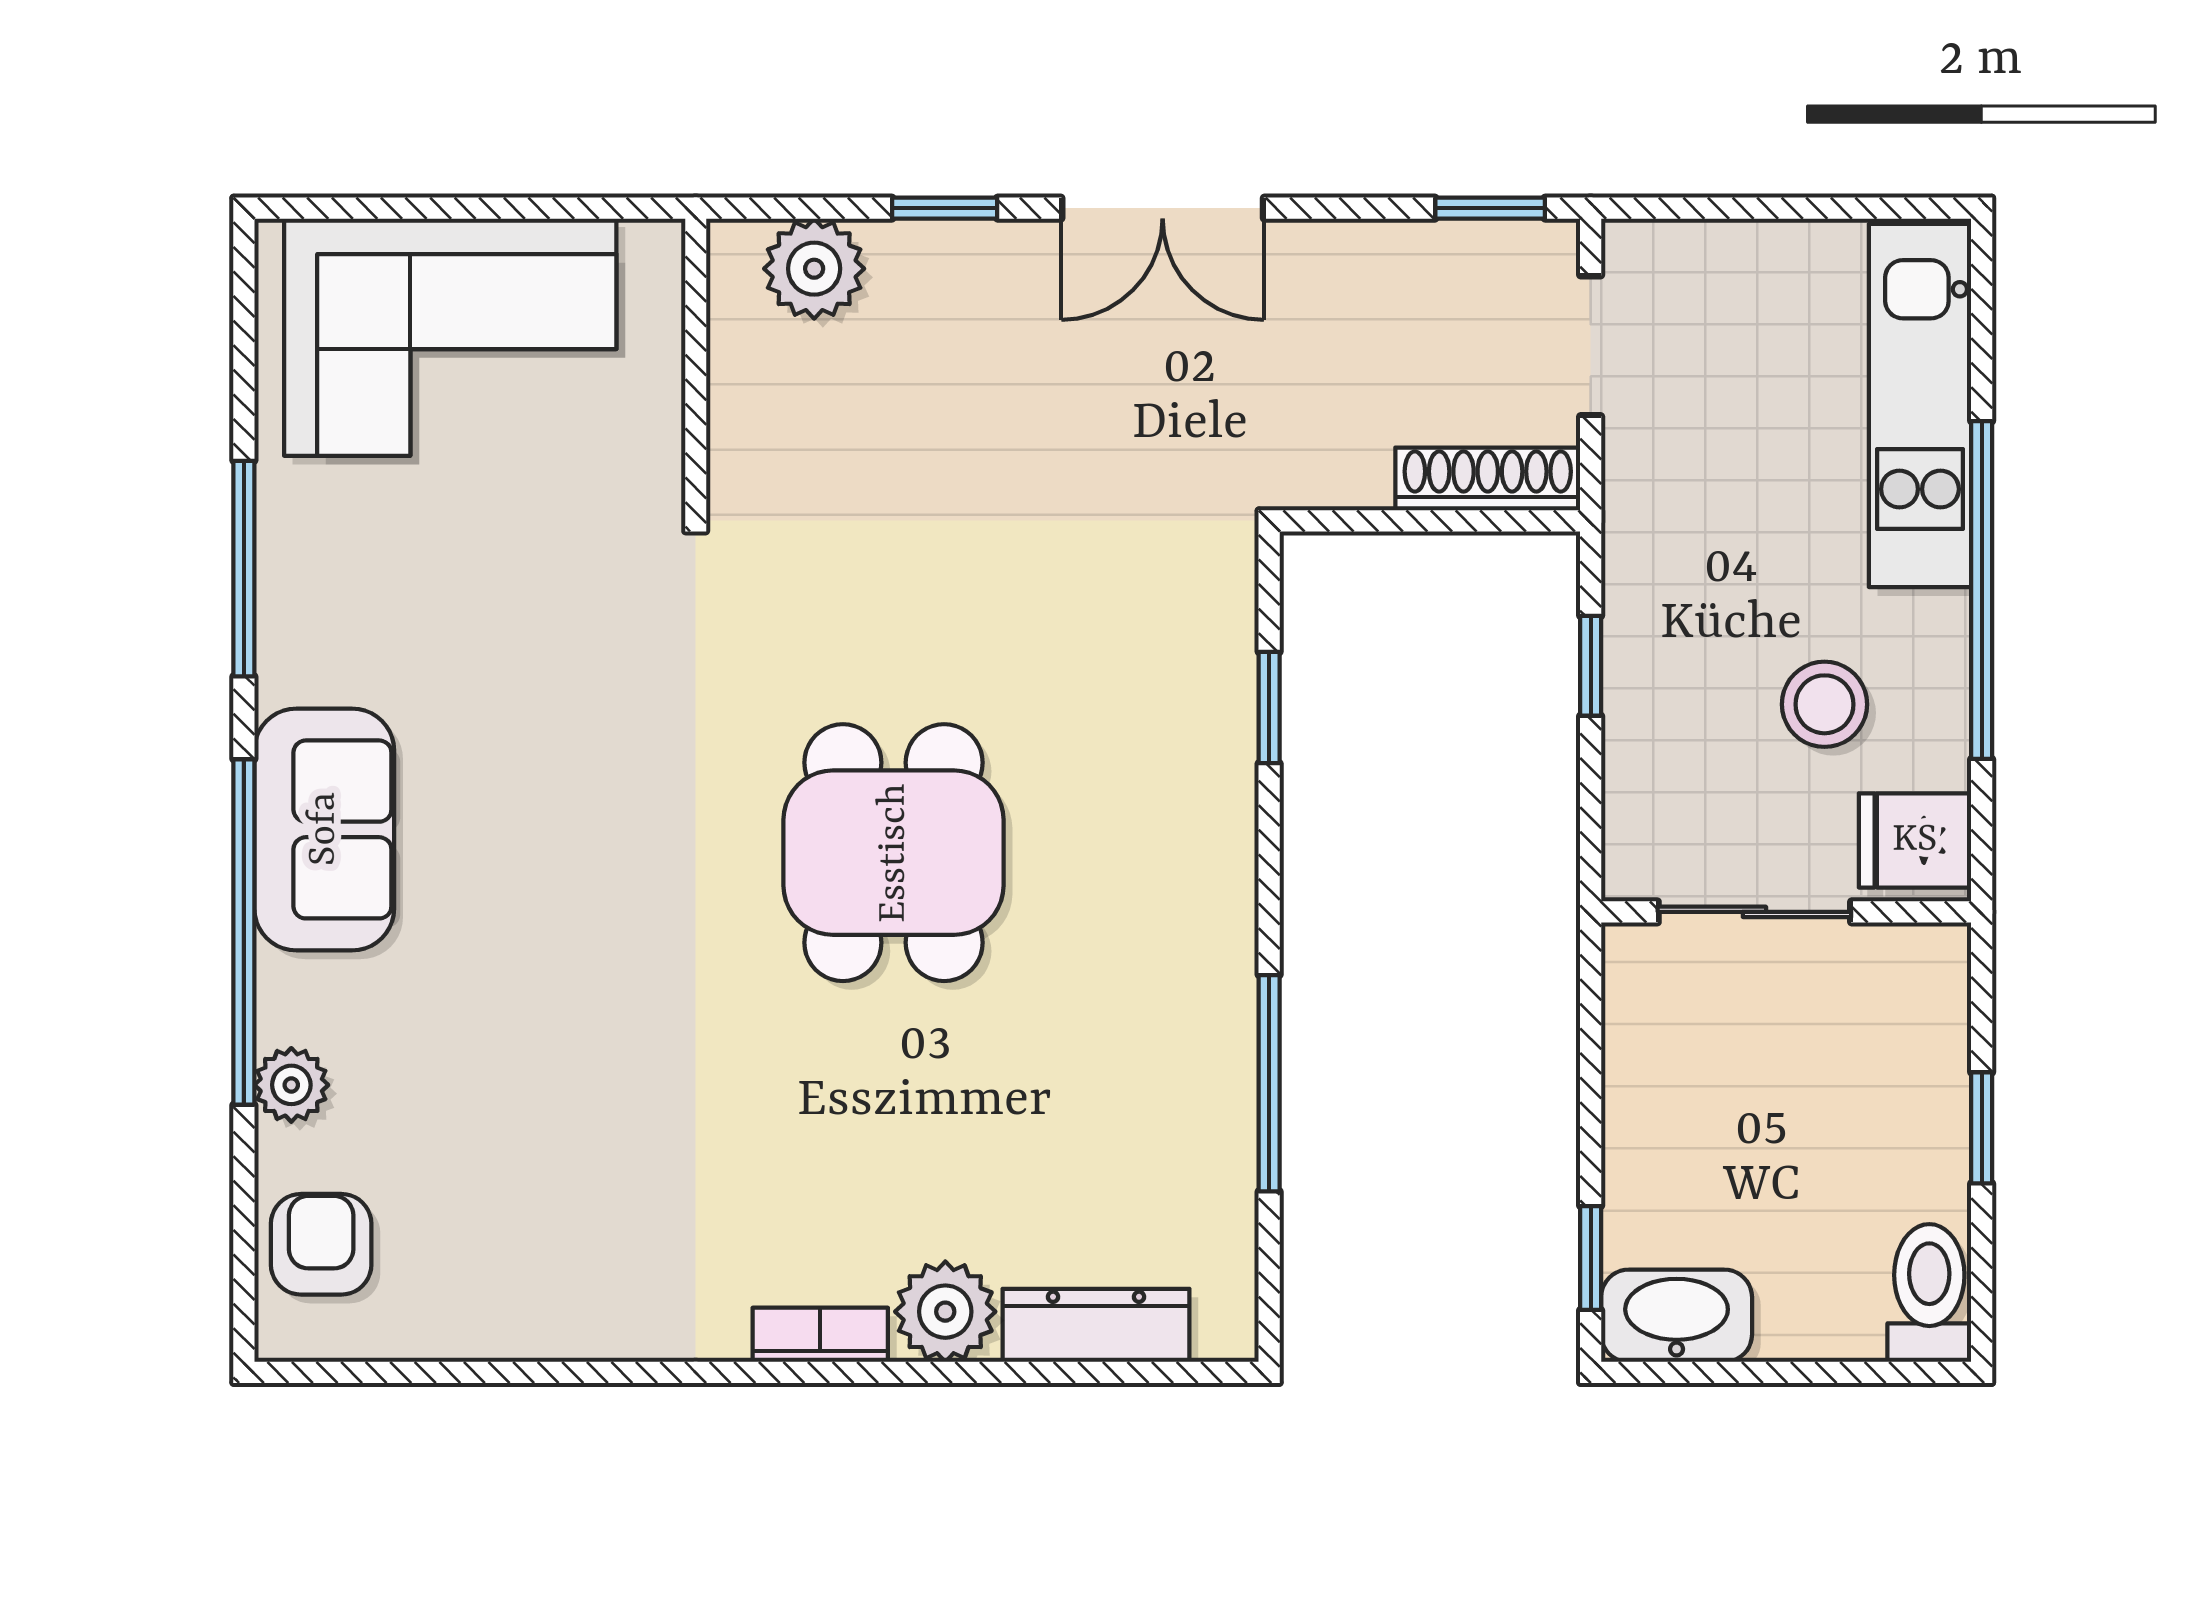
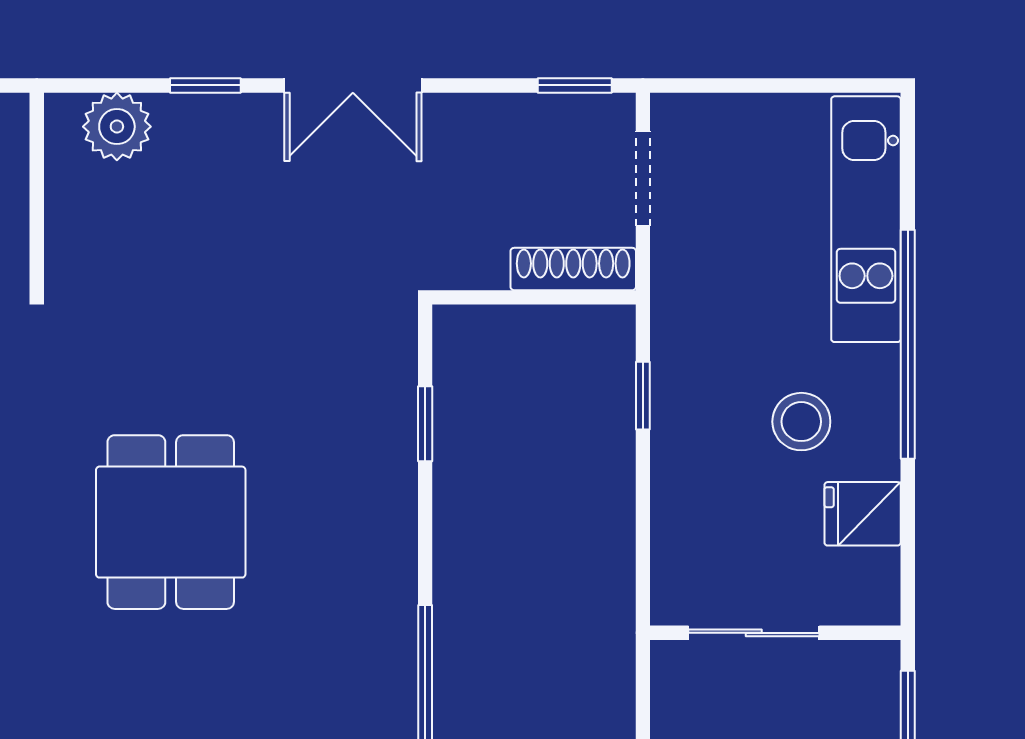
sliding door: (1754, 912) -> (754, 633), moved
wall: (1786, 912) -> (775, 633), moved

